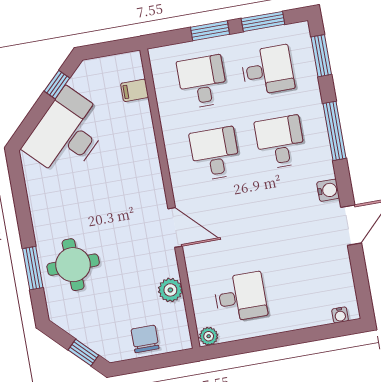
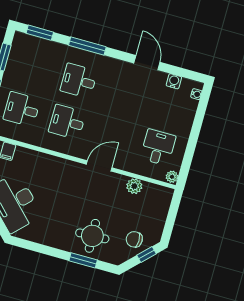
desk: (267, 70) -> (33, 68), removed
water cooler: (328, 190) -> (174, 81), moved
chair: (145, 339) -> (134, 239), moved

